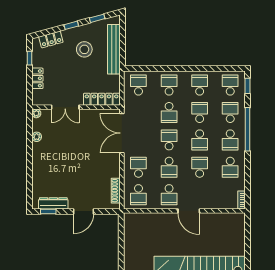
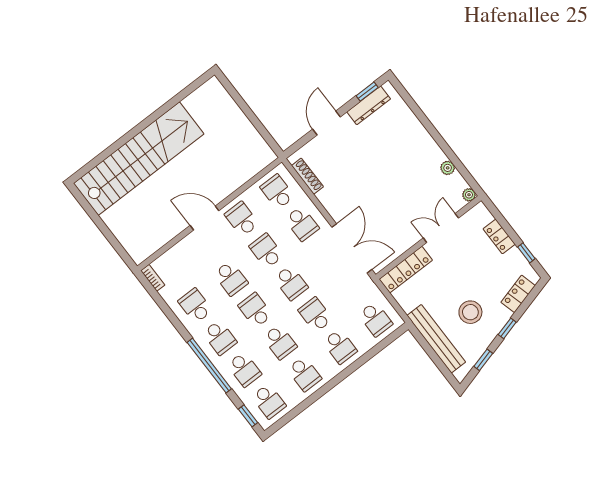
school desk: (230, 140) -> (220, 338), turned 180

